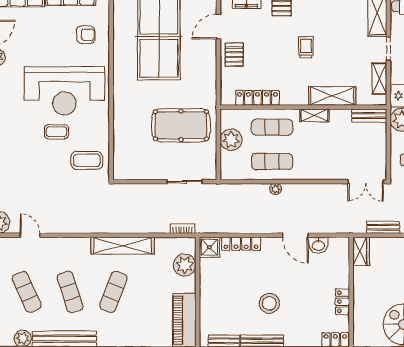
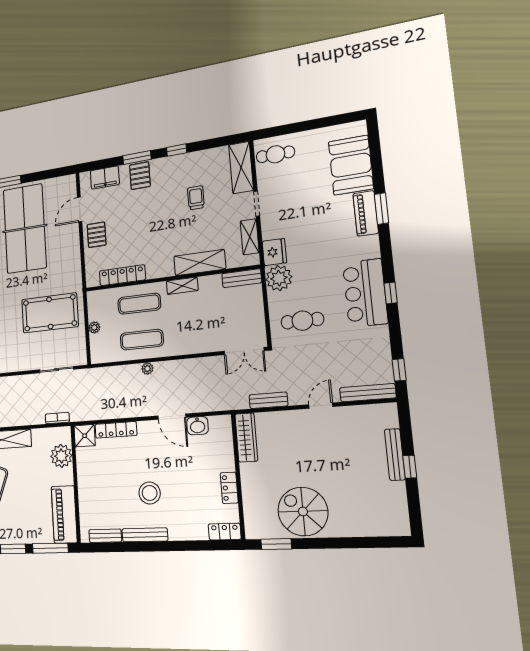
trolley: (306, 47) -> (196, 198), moved
plant: (231, 140) -> (94, 327), width x0.53, depth x0.53
wardrobe: (361, 251) -> (246, 437), width x1.50

